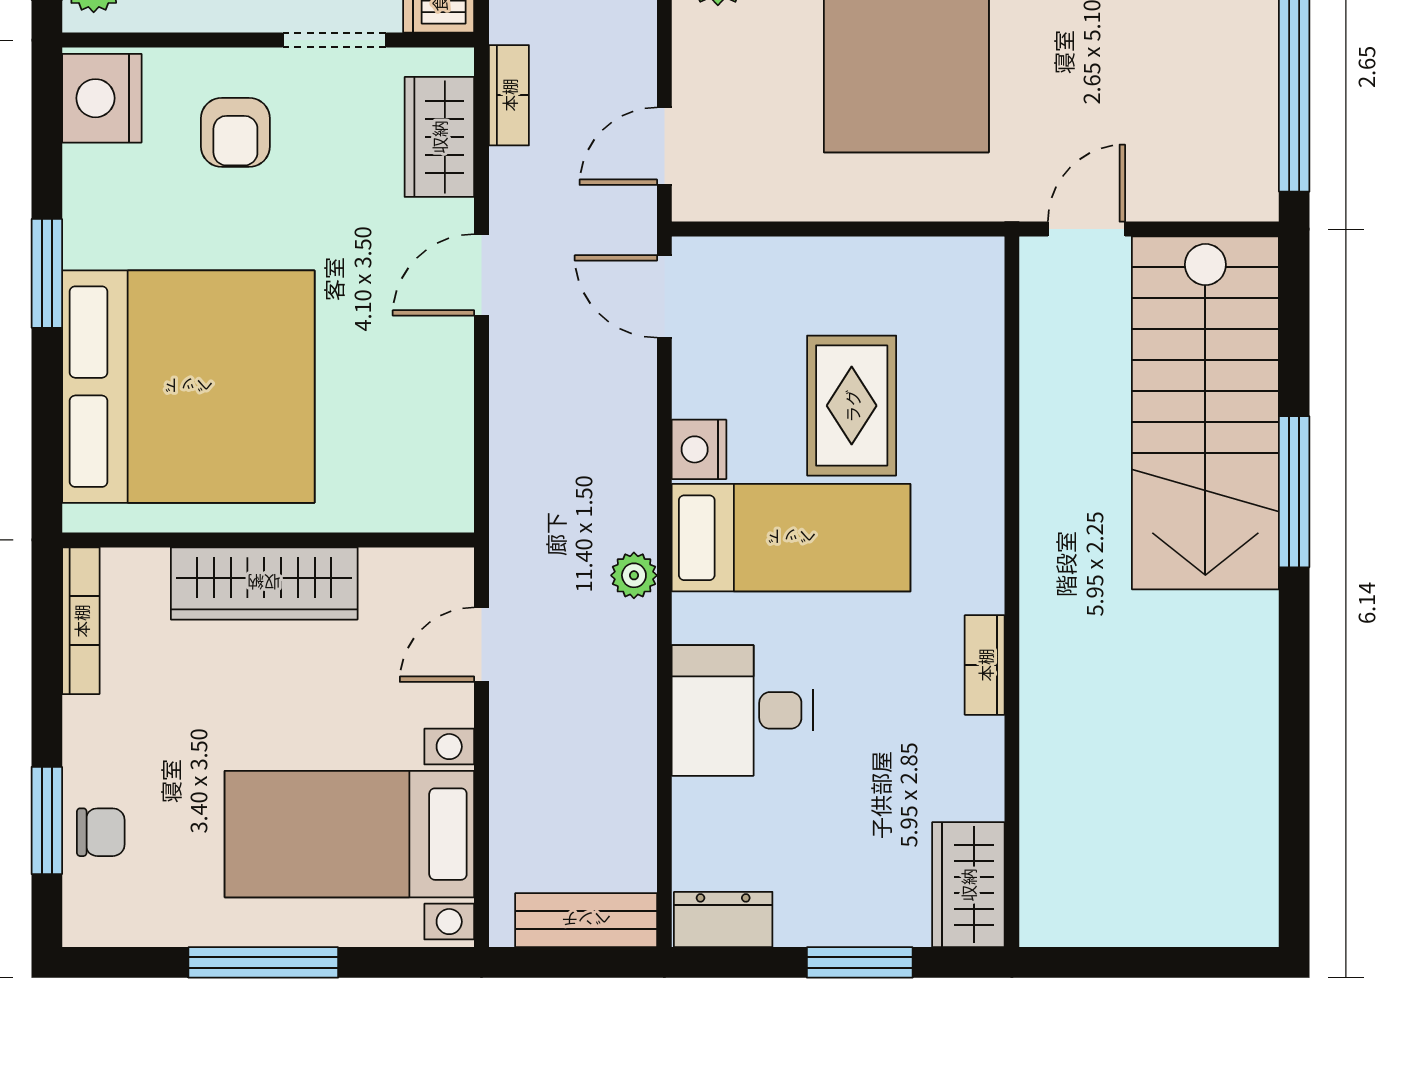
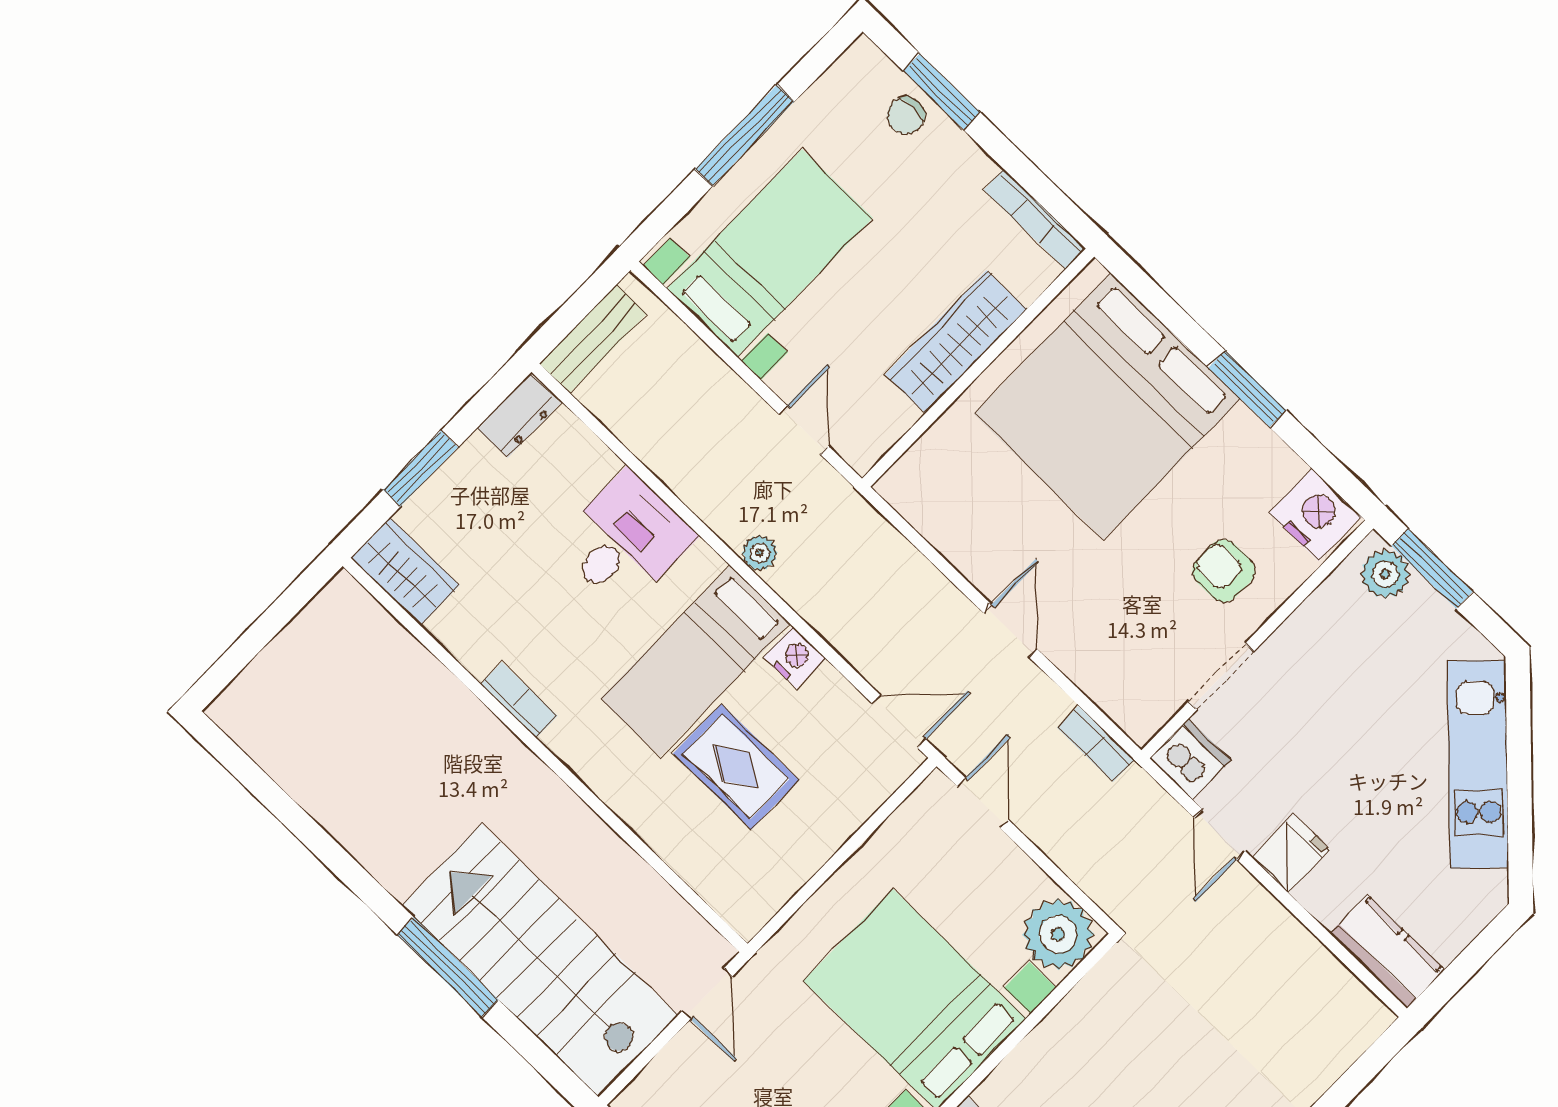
wardrobe: (439, 137) -> (1110, 682), removed

